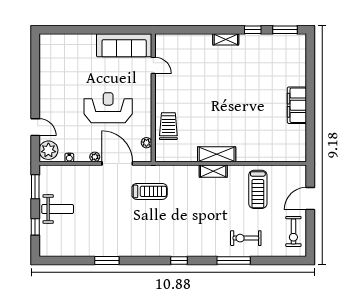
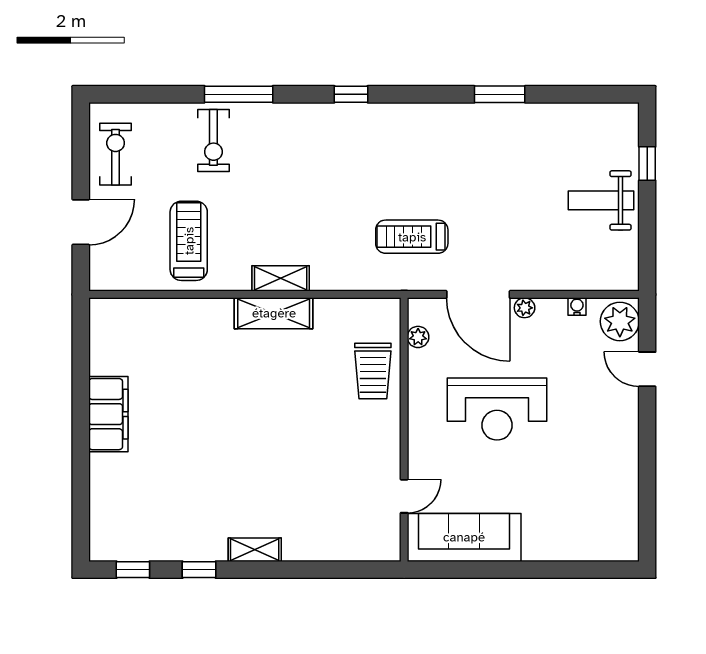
window: (285, 30) -> (133, 570), width x0.67
door: (153, 65) -> (404, 496), swing flipped
window: (35, 187) -> (647, 246), removed
exercise bike: (246, 238) -> (213, 141), turned 90

